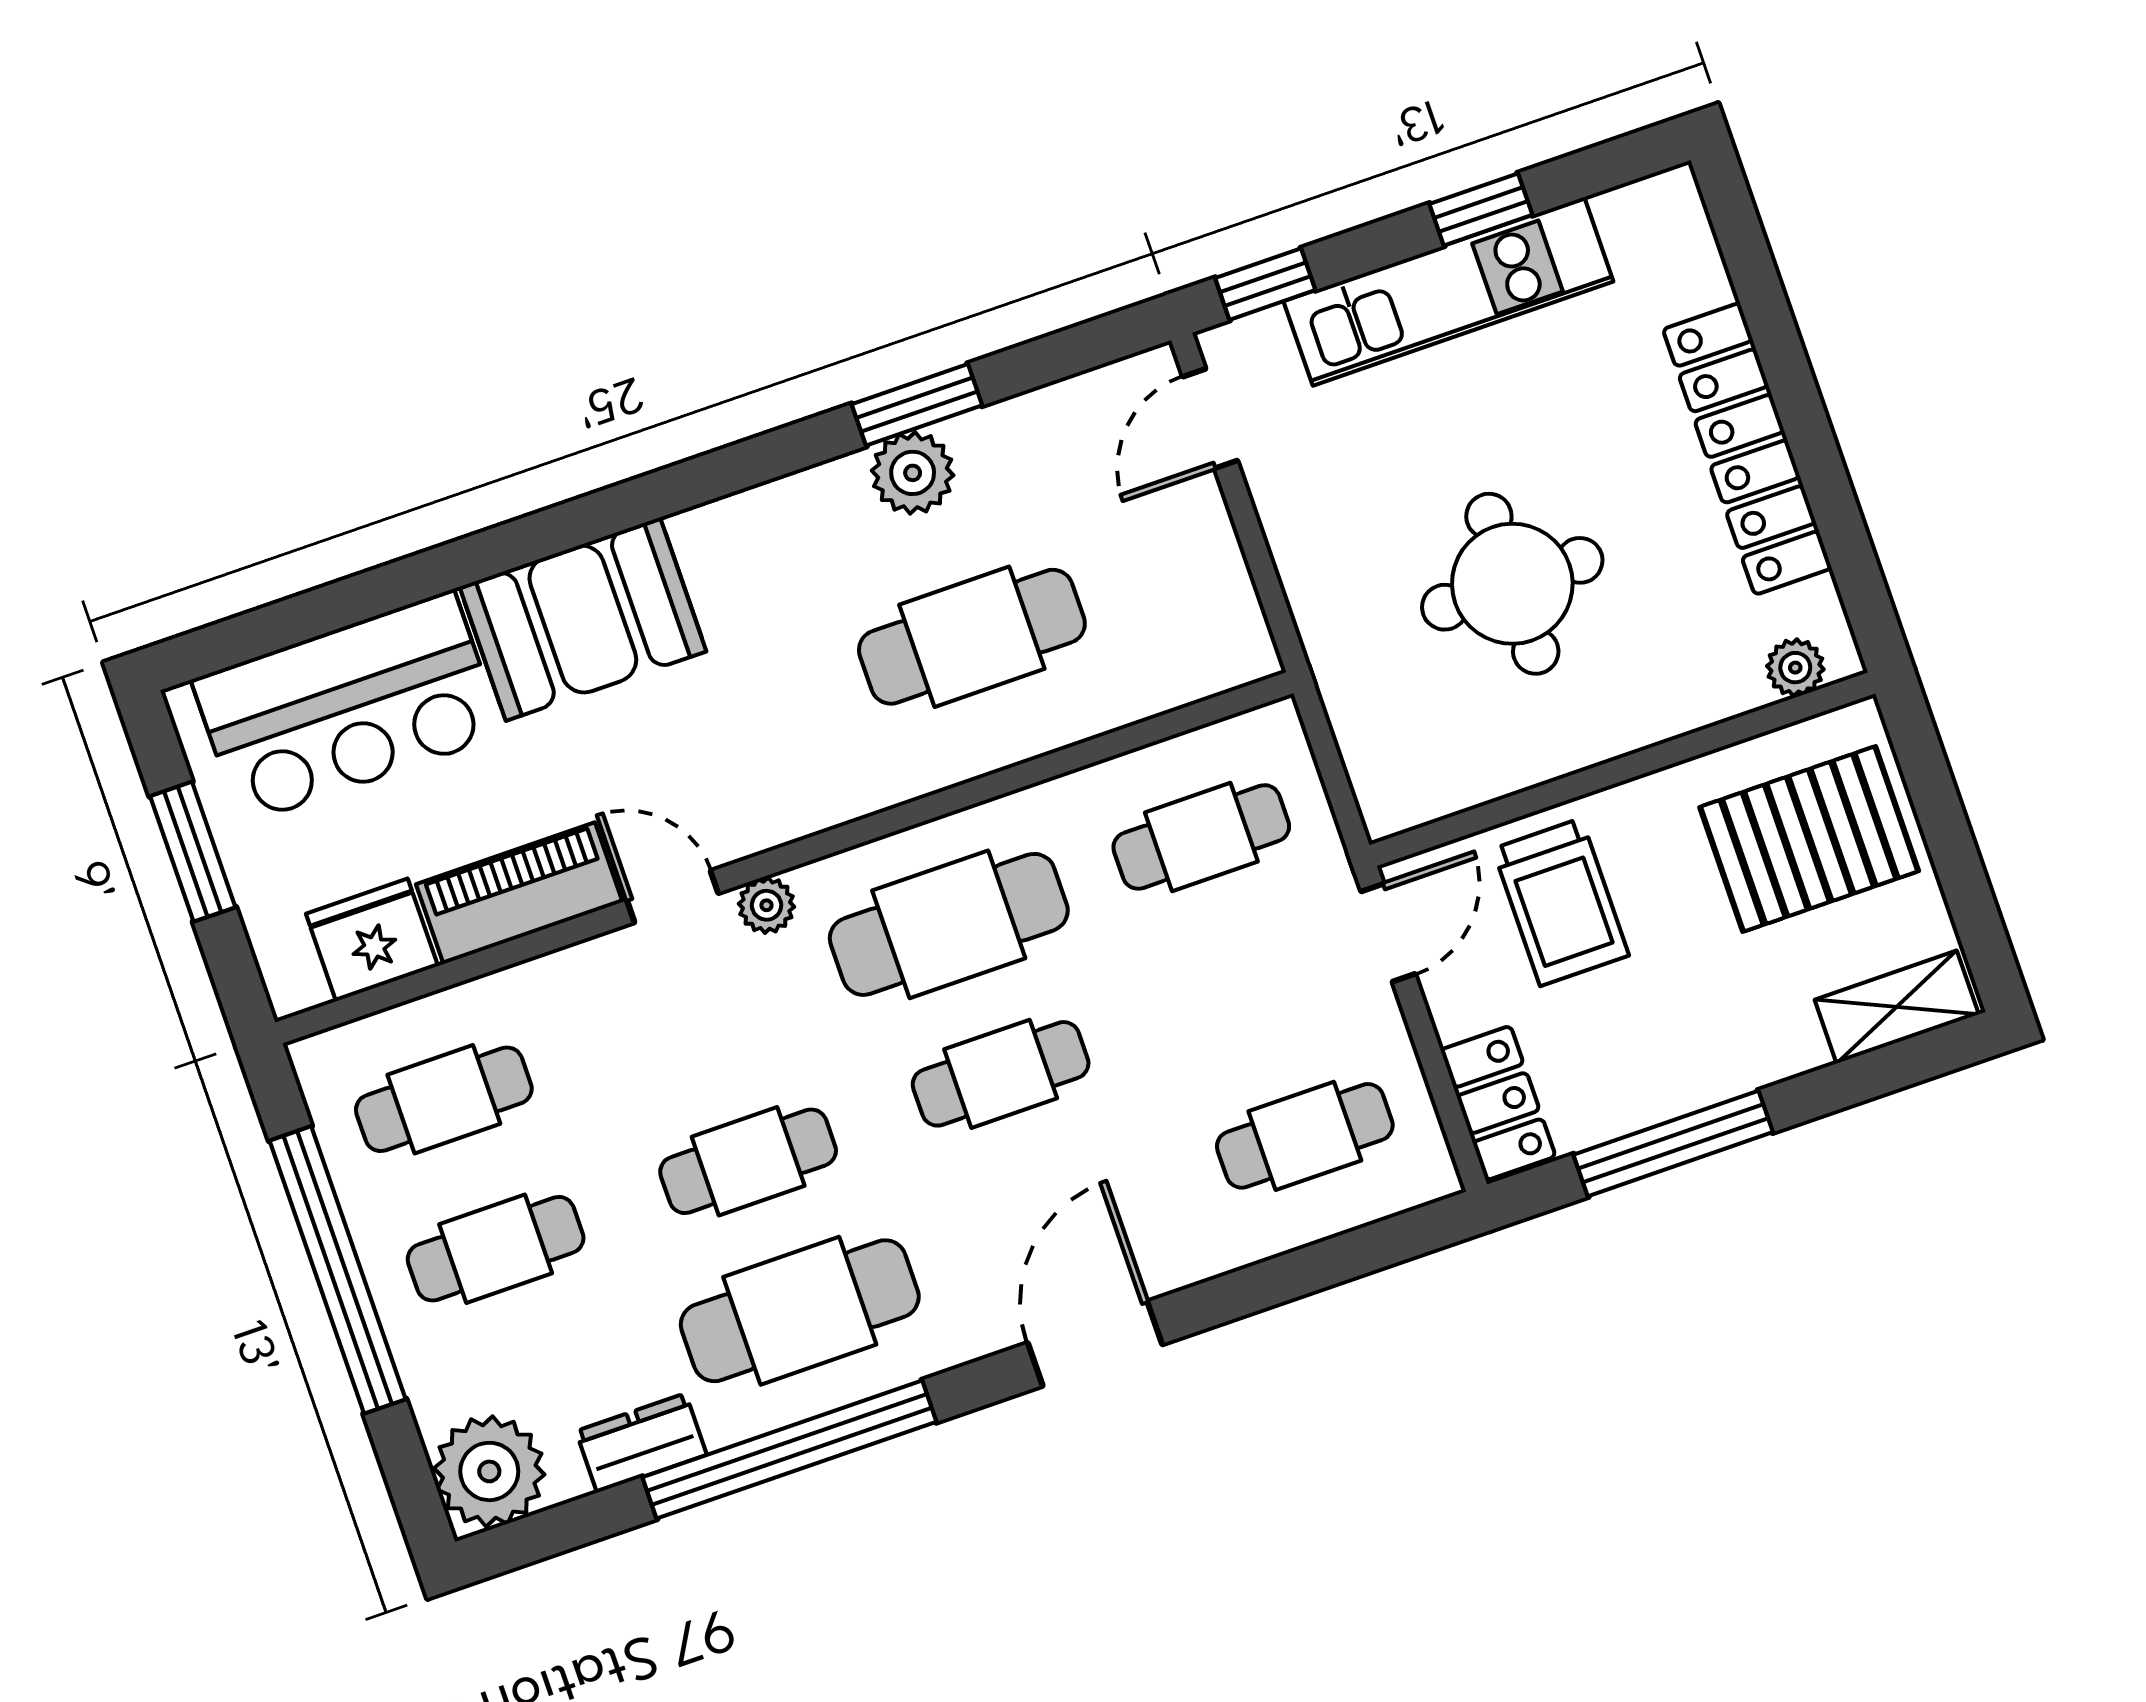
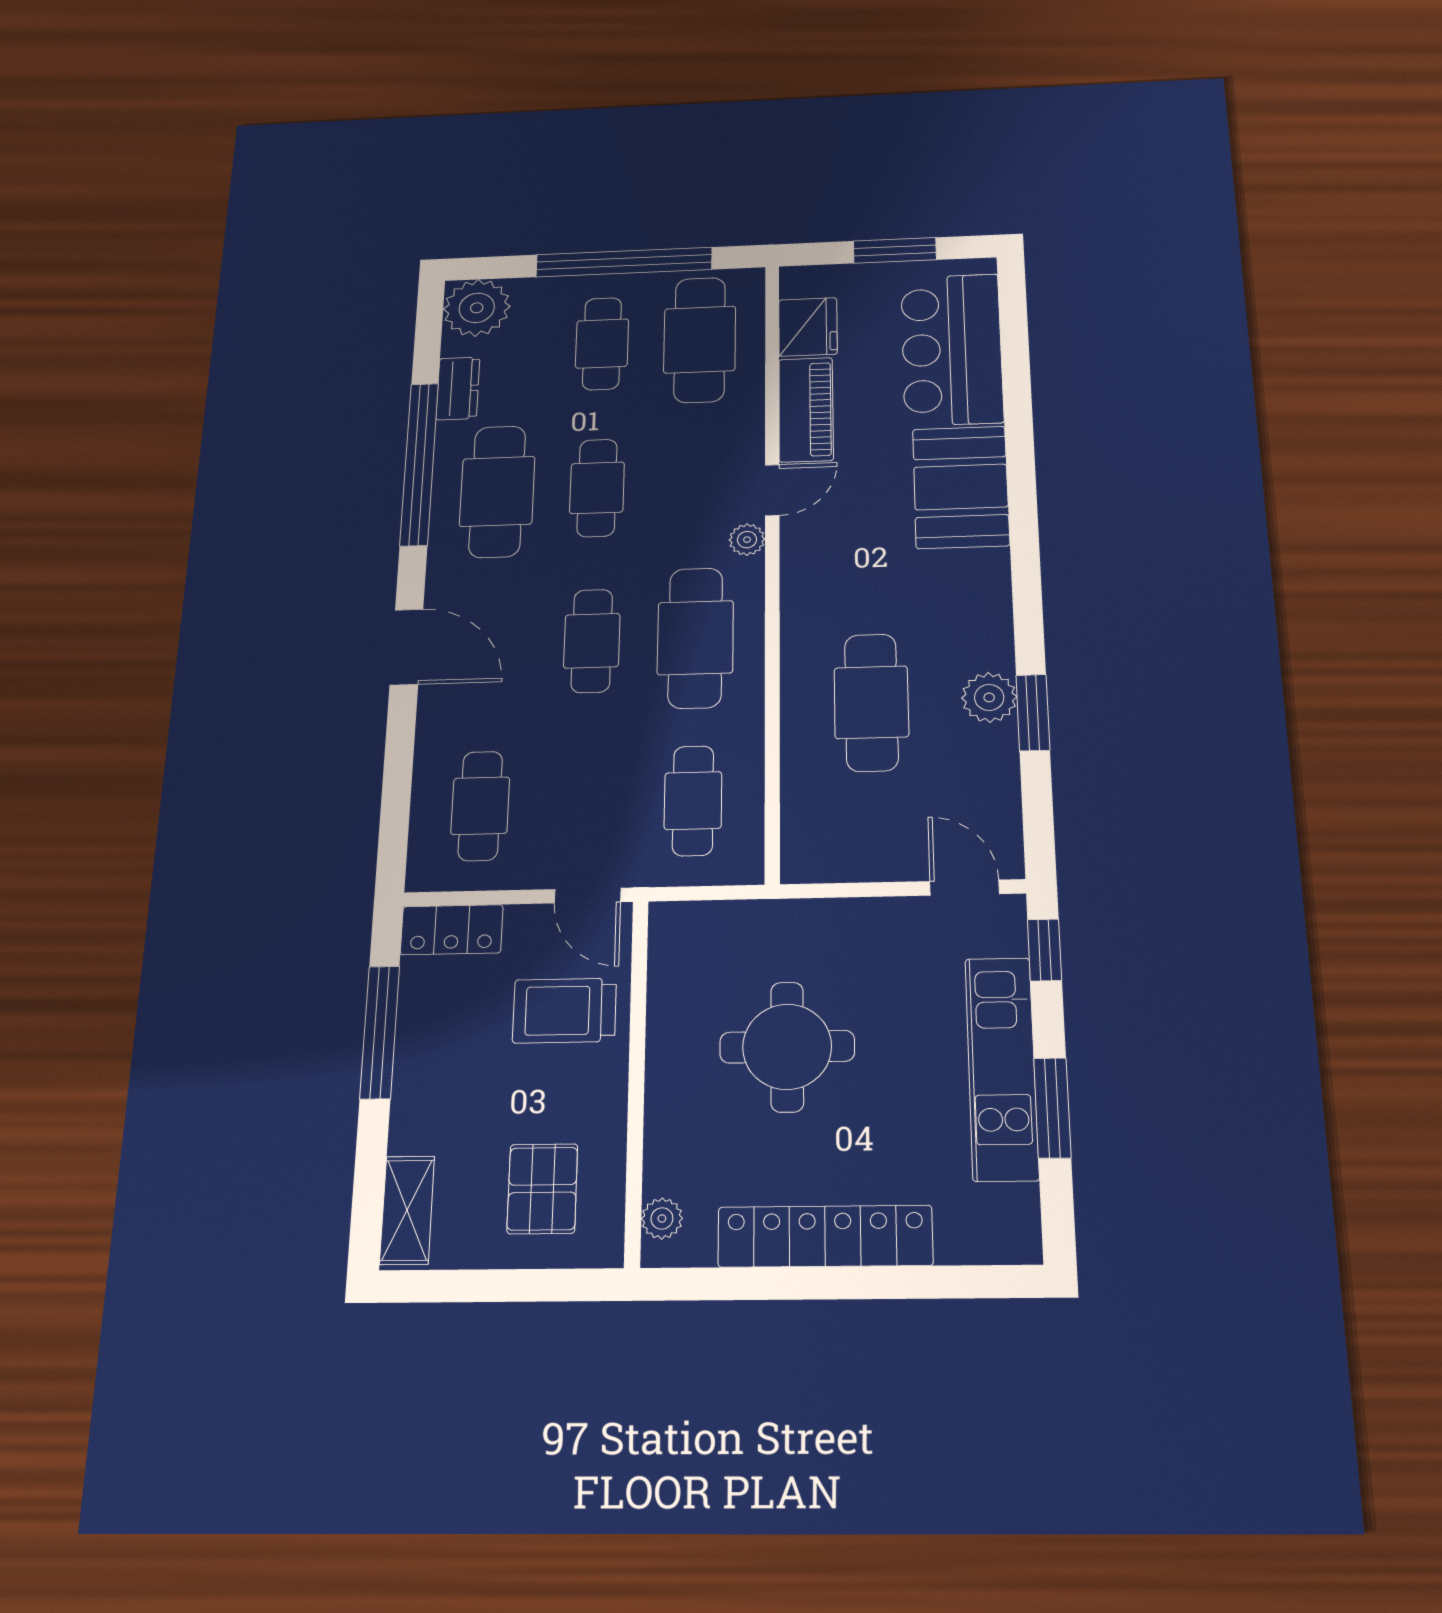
window: (1481, 209) -> (1052, 1108), width x1.50
pallet: (1809, 839) -> (542, 1189), width x0.67, depth x0.71
cafe table: (444, 1099) -> (700, 340), width x1.37, depth x1.35

